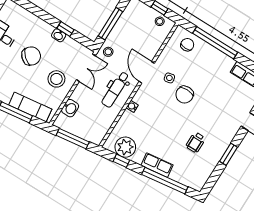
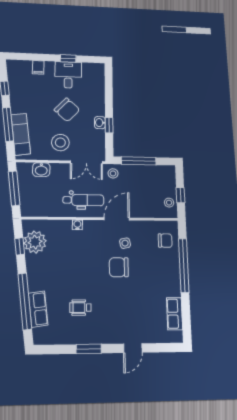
dental chair: (115, 90) -> (83, 200), turned 180
row of seats: (157, 165) -> (38, 309), moved

